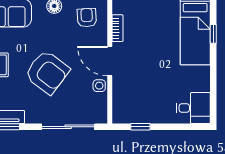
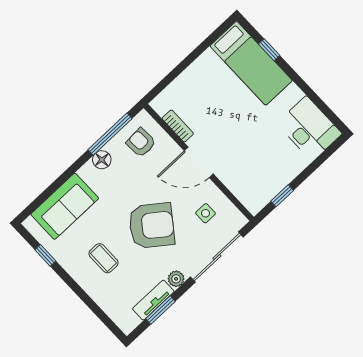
side table: (99, 86) -> (206, 213), moved
desk: (193, 108) -> (309, 129), width x1.37
plant: (32, 117) -> (176, 279), added

